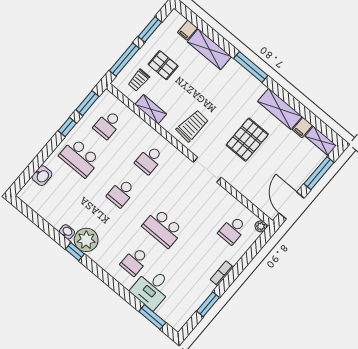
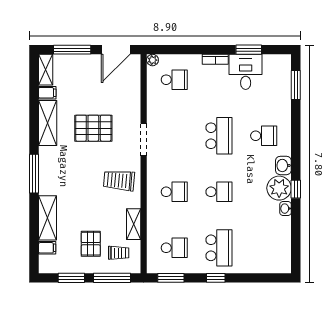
window: (67, 127) -> (216, 278), moved
washbasin: (42, 176) -> (283, 165), moved, turned -90
desk: (152, 288) -> (246, 72), moved, turned -90

